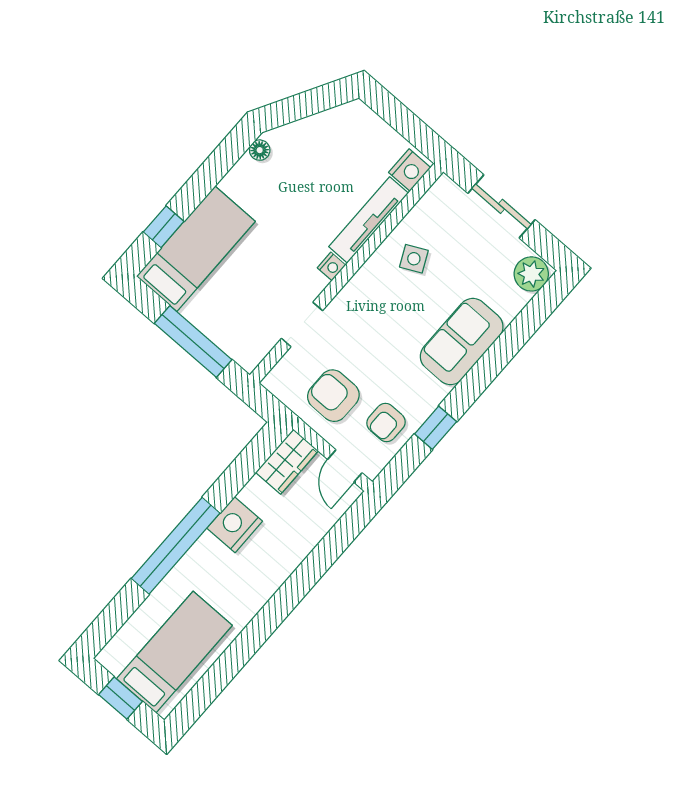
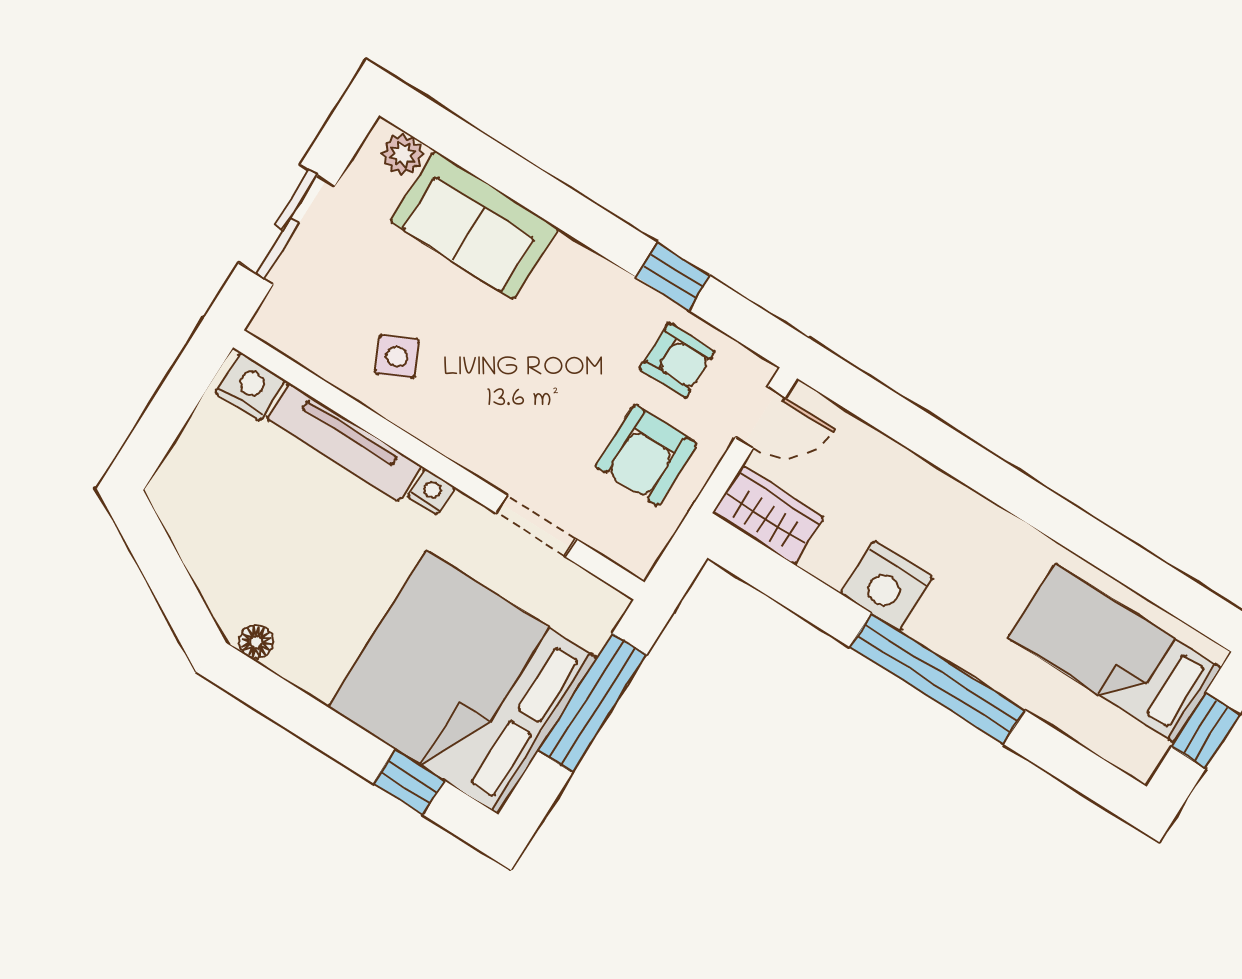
bed: (196, 249) -> (462, 682), width x2.04
plant: (531, 274) -> (402, 154), width x0.73, depth x0.73
sofa: (462, 342) -> (474, 225), moved

